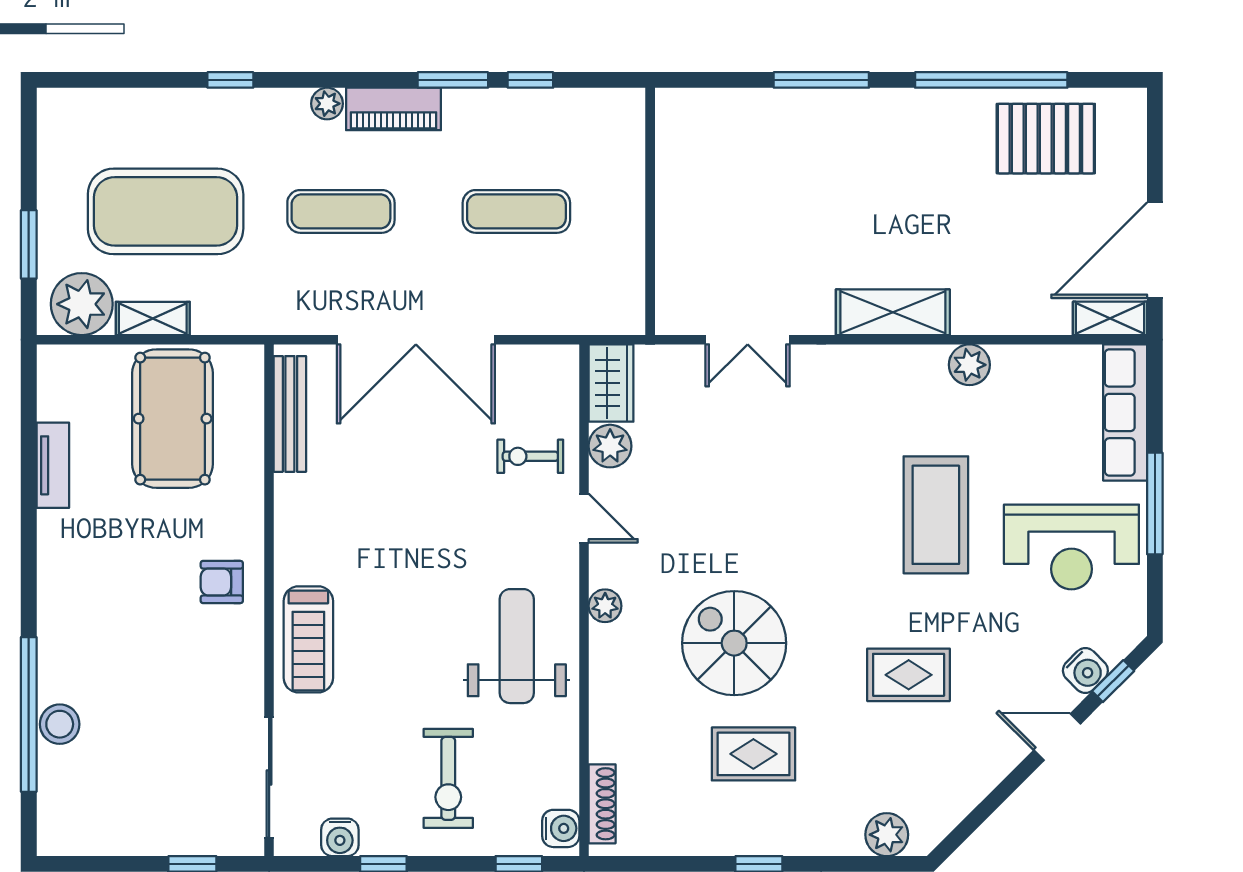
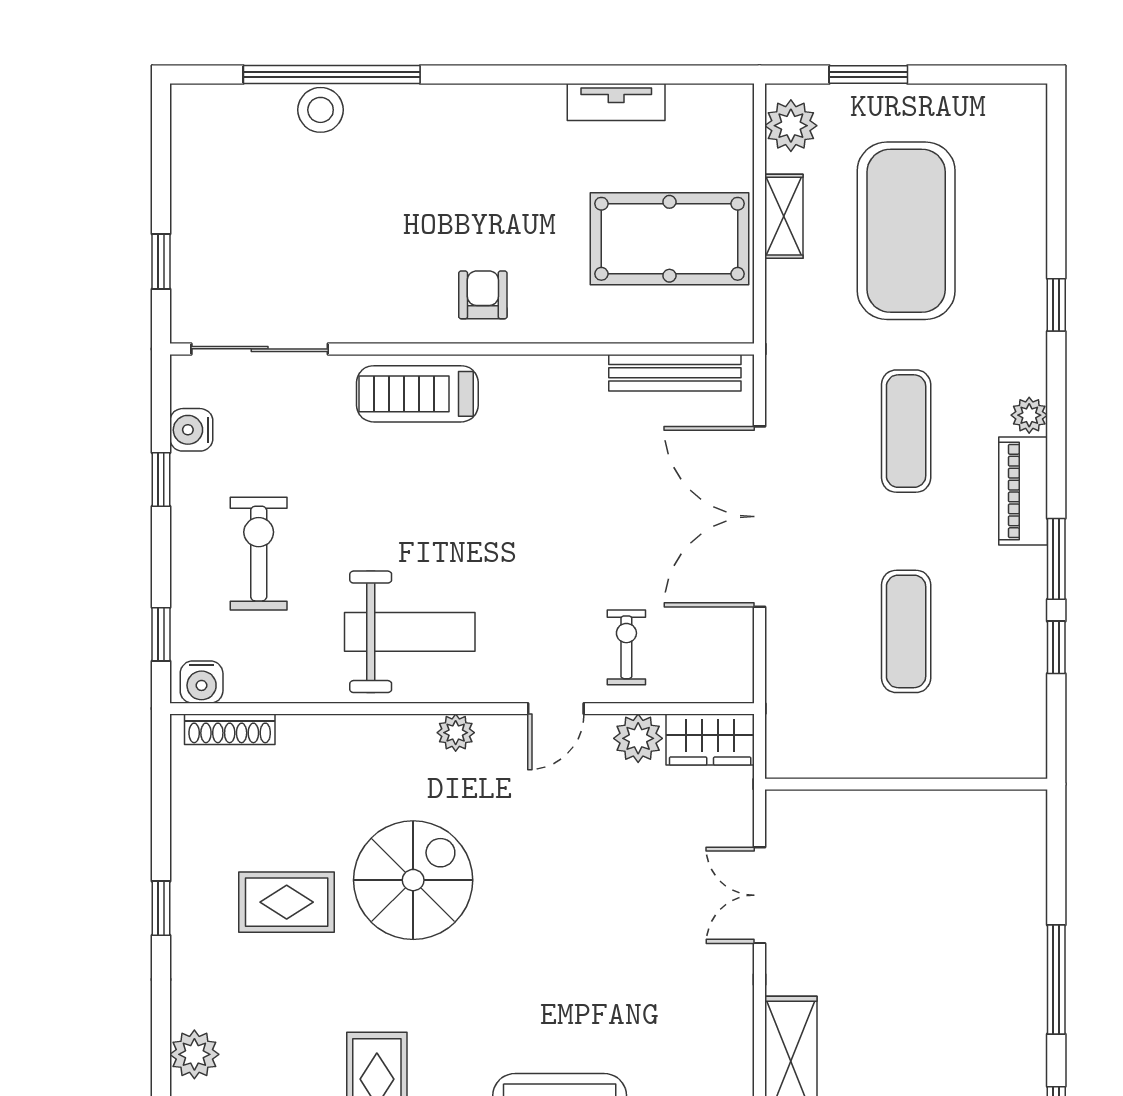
plant: (82, 304) -> (791, 126), width x0.73, depth x0.73
rug: (753, 754) -> (287, 902), turned 90
exercise bike: (448, 778) -> (259, 554), turned 90

